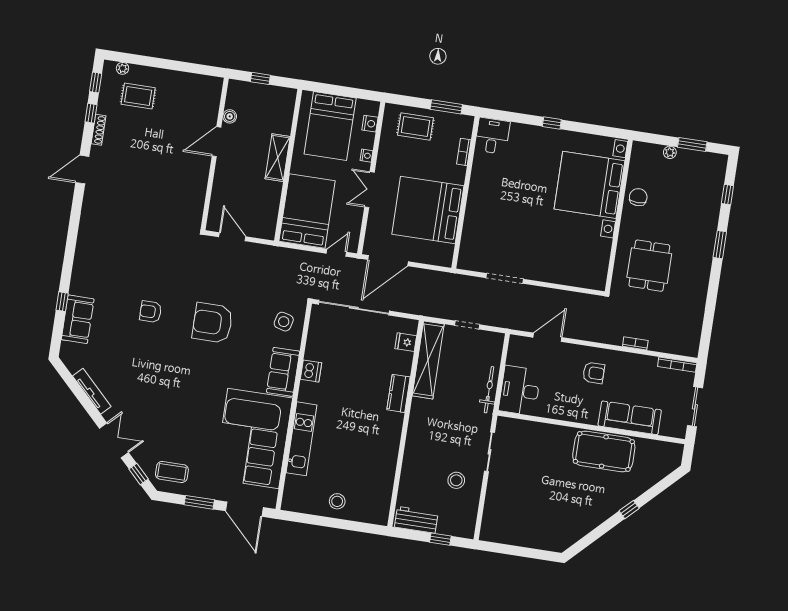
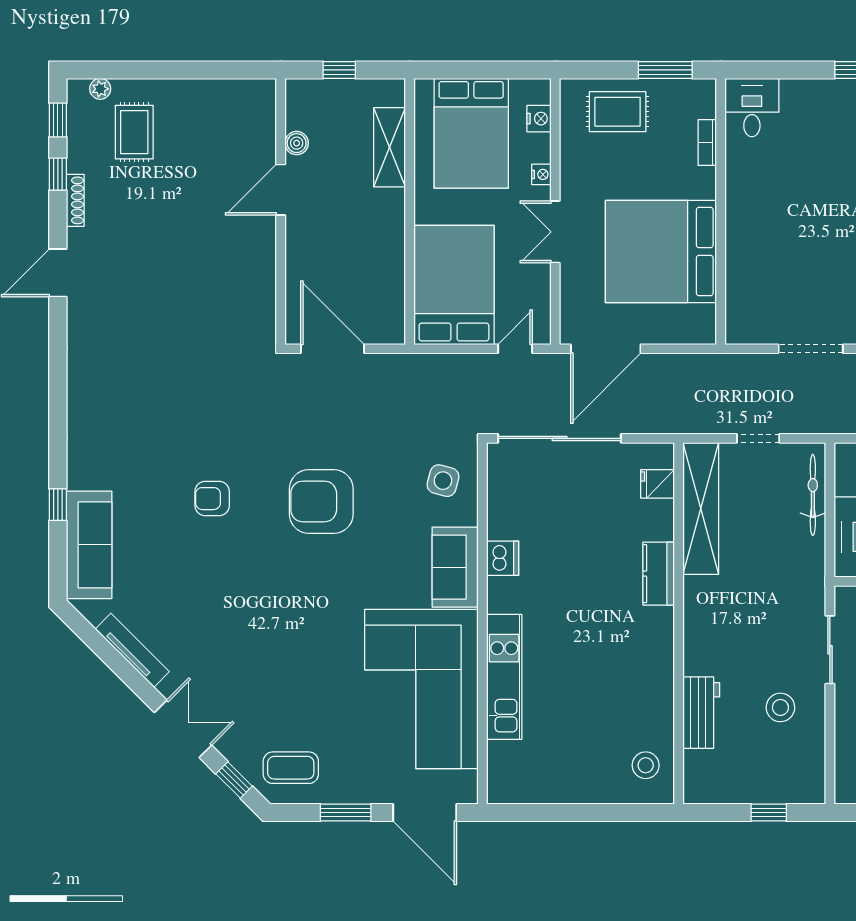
rug: (138, 96) -> (134, 132), turned 90
shelving: (278, 158) -> (390, 147), moved
door: (232, 237) -> (332, 349), width x1.36
sofa: (78, 319) -> (89, 545), width x1.36
bicycle: (489, 390) -> (813, 495), moved
stool: (337, 501) -> (646, 765), moved
workbench: (416, 520) -> (701, 713), moved, turned 90

